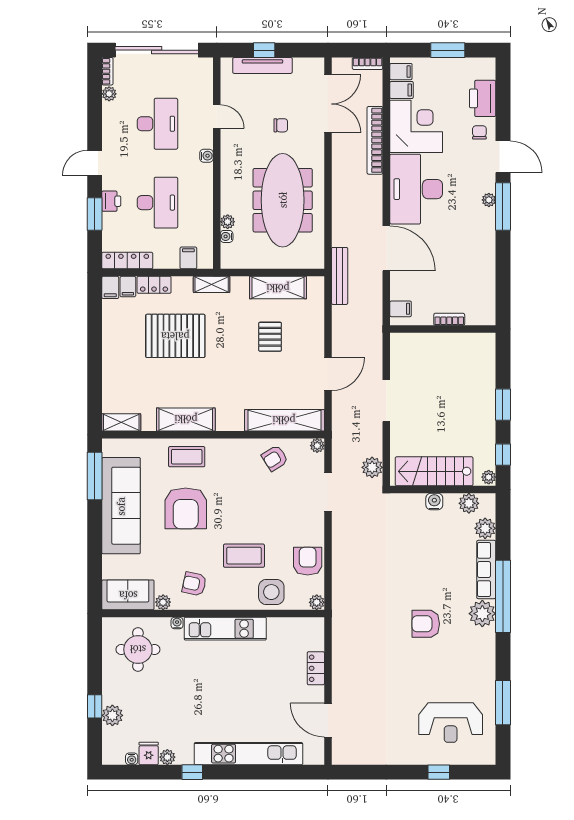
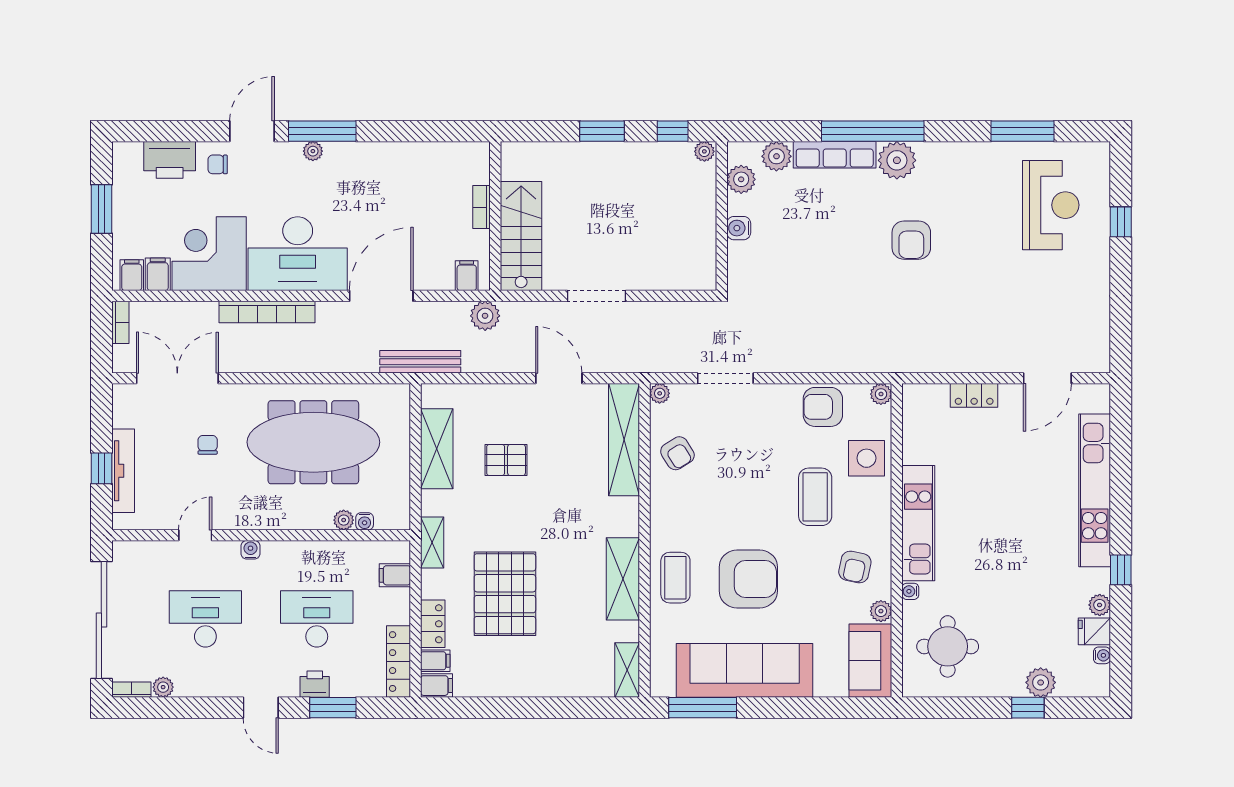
bookcase: (375, 140) -> (267, 312), moved
plant: (372, 467) -> (485, 316), moved
stairs: (434, 471) -> (521, 236), moved, turned 180

